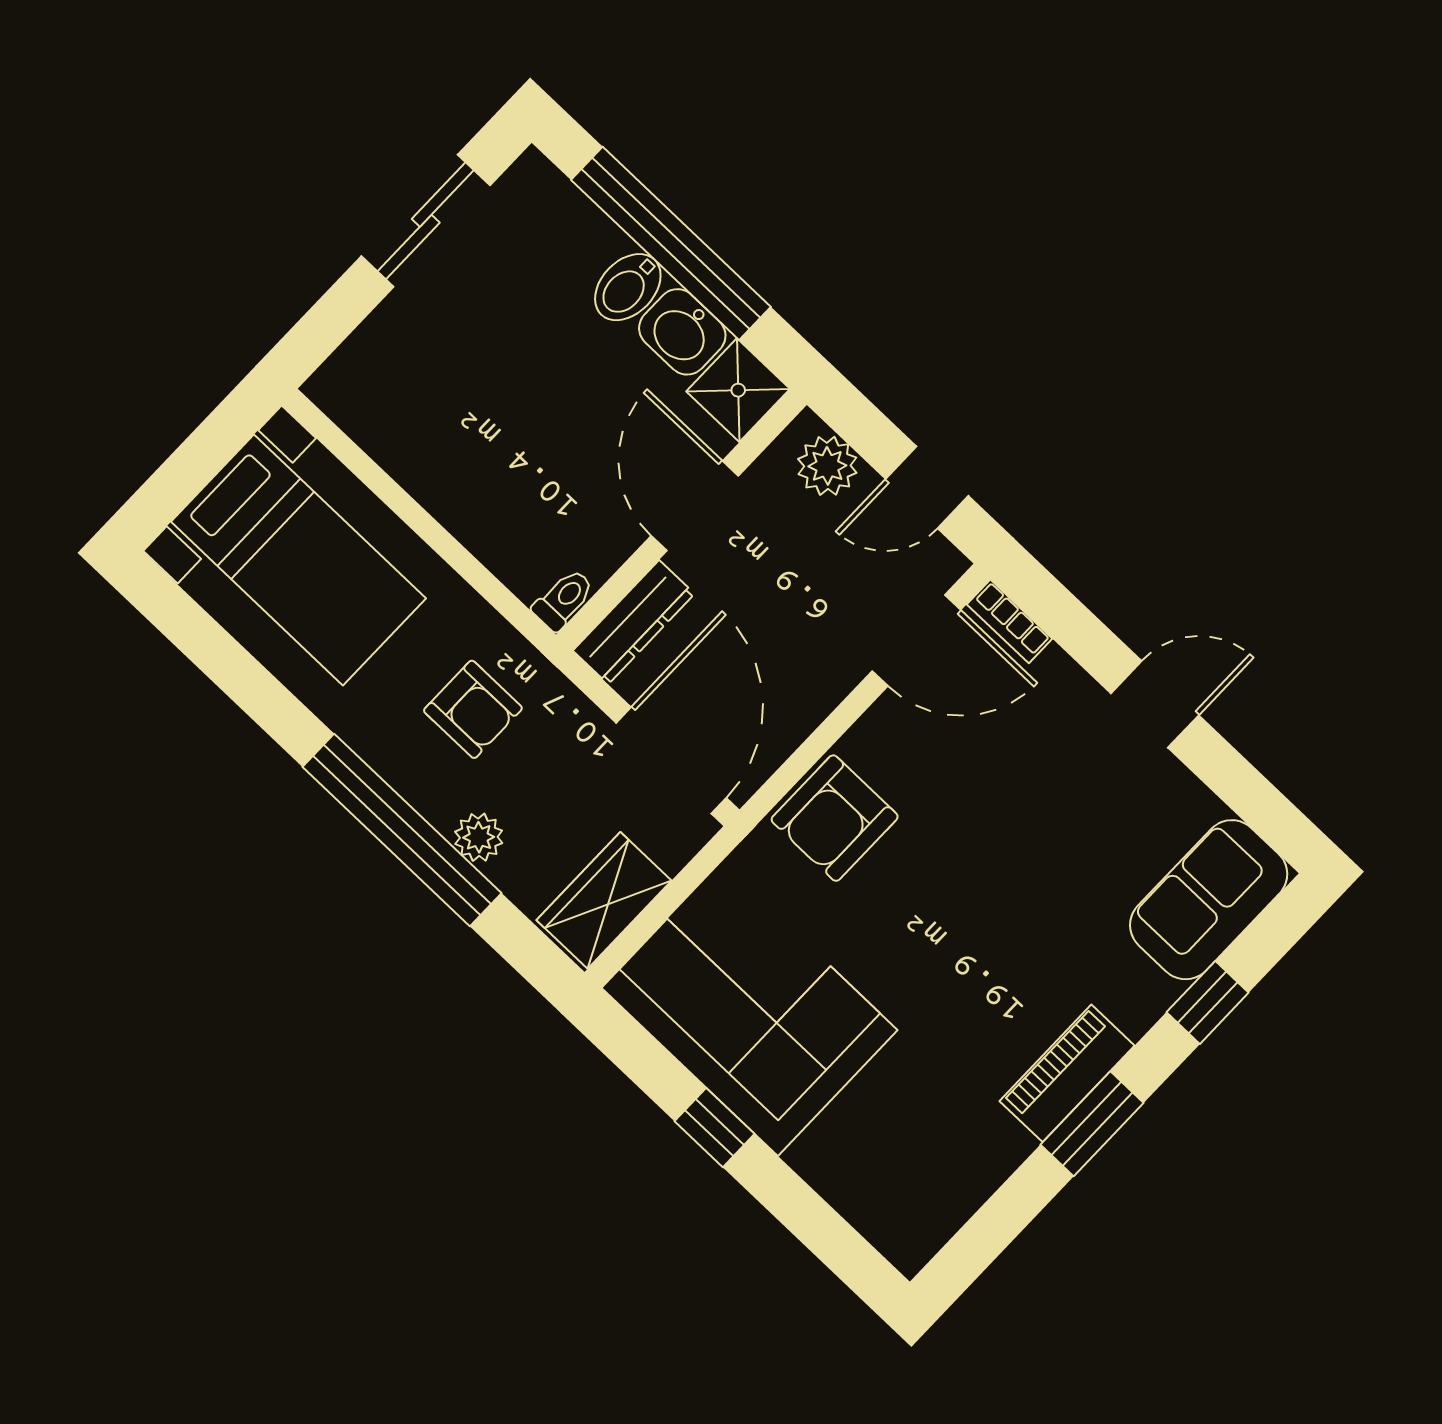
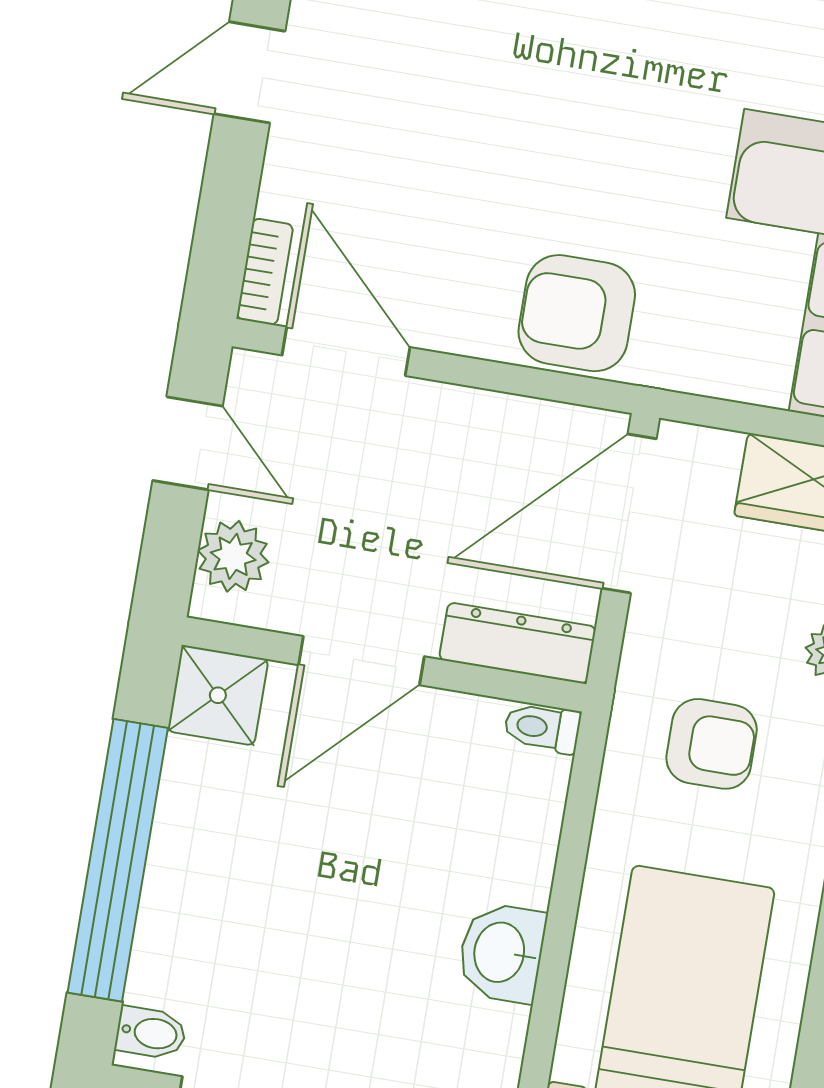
bidet: (628, 287) -> (151, 1033), moved, width x0.72, depth x0.74
washbasin: (682, 332) -> (502, 953), moved, turned 180
door: (1155, 704) -> (250, 72), hinge flipped
armchair: (473, 709) -> (712, 744), turned 90
armchair: (835, 818) -> (577, 313), turned 180

